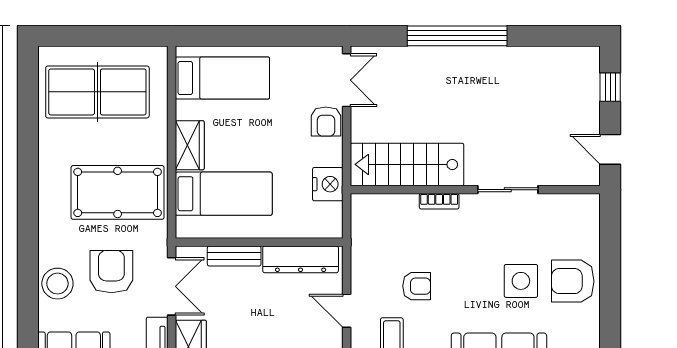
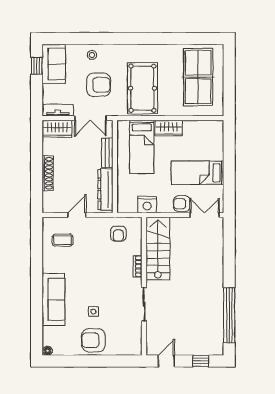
window: (457, 36) -> (229, 315), moved
bed: (222, 78) -> (197, 173), moved, turned 90
double door: (347, 80) -> (205, 215), swing flipped
side table: (521, 281) -> (93, 312), width x0.54, depth x0.54
armchair: (573, 281) -> (93, 340), turned -90
stool: (57, 284) -> (92, 55), width x0.53, depth x0.53
armchair: (417, 286) -> (118, 234), moved

